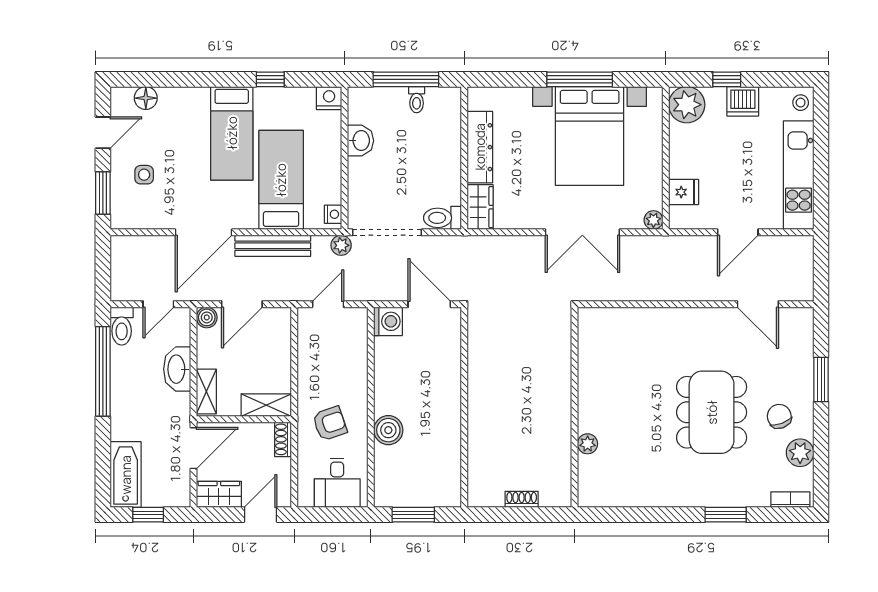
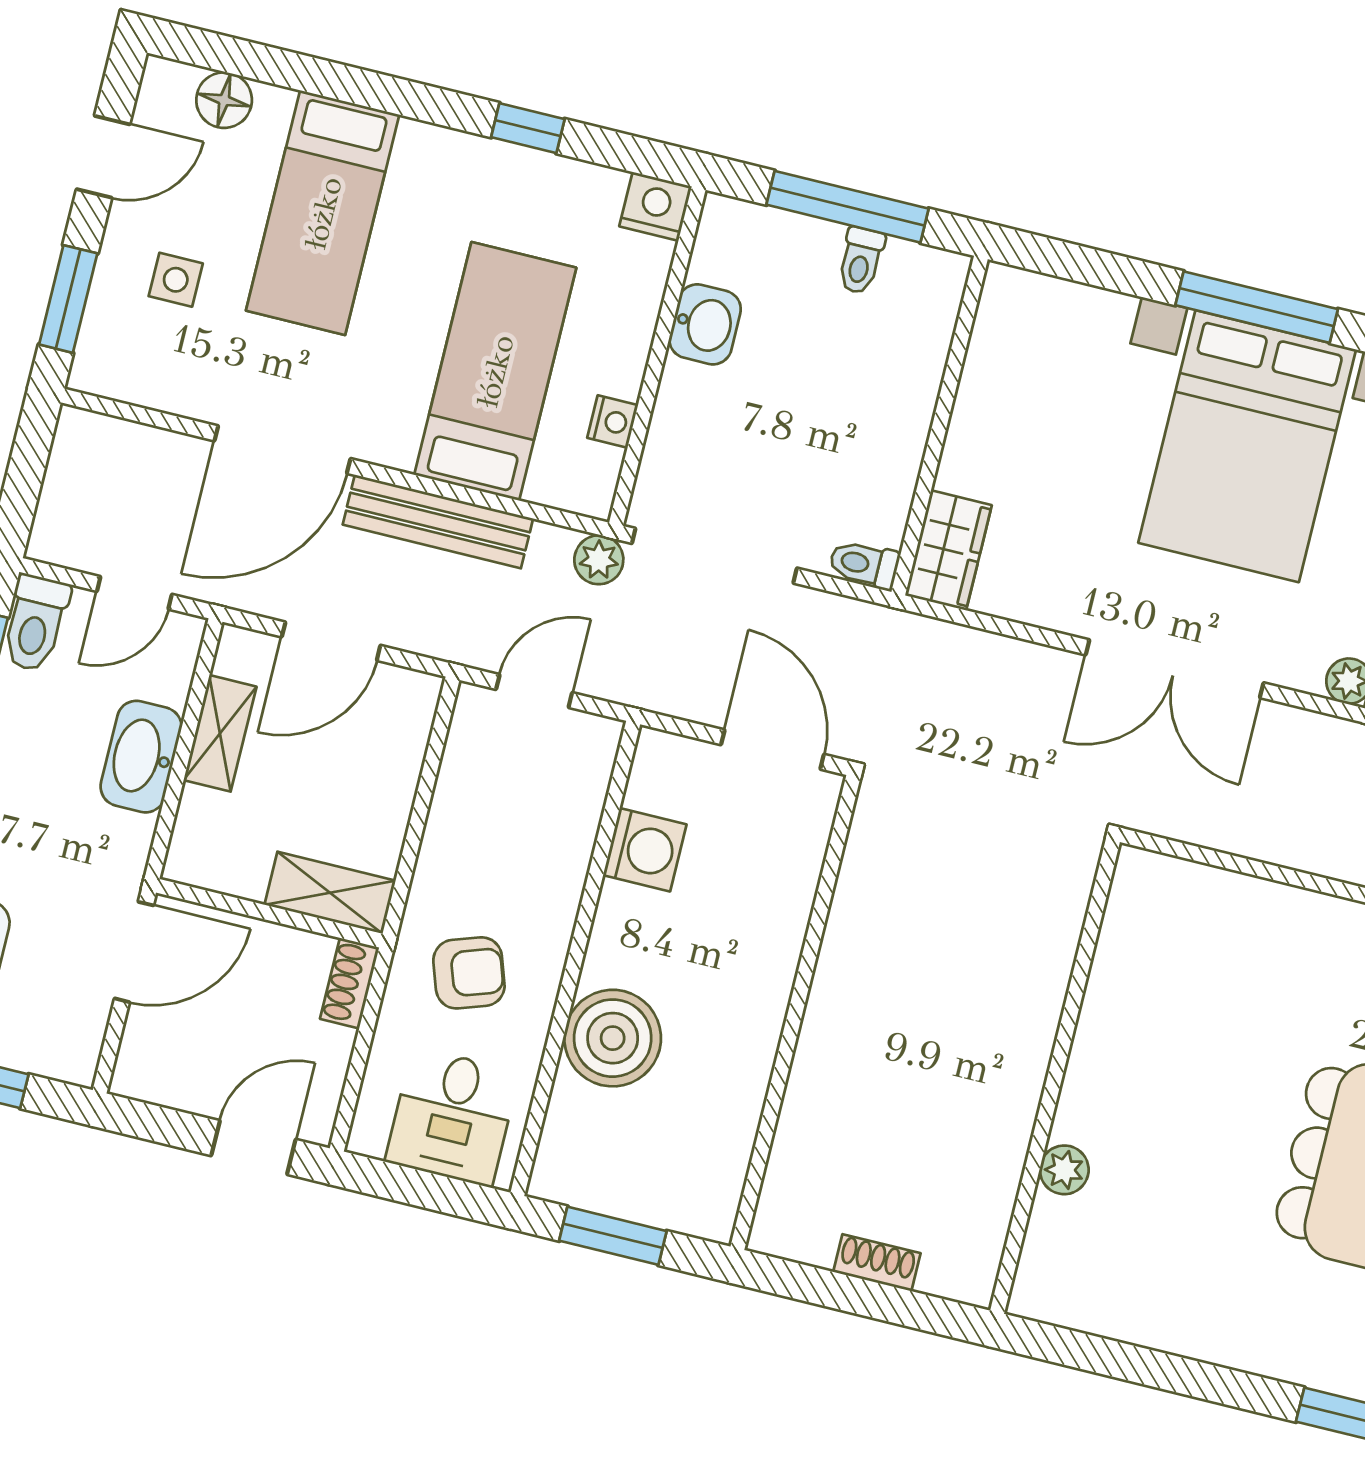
bed: (232, 133) -> (323, 213), moved
dresser: (480, 147) -> (983, 409), removed
nightstand: (333, 214) -> (613, 422), moved
toilet: (442, 218) -> (864, 564), width x0.73, depth x0.72
boiler: (207, 317) -> (241, 652), removed
washing machine: (388, 321) -> (645, 850), moved
shelving: (206, 391) -> (220, 733), moved
boiler: (388, 430) -> (613, 1038), width x1.37, depth x1.37
wardrobe: (219, 494) -> (167, 1076), removed

